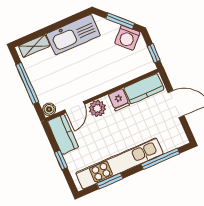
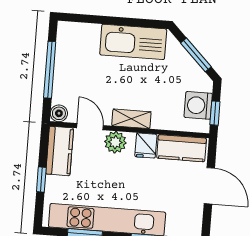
washing machine: (127, 38) -> (198, 105), moved, turned 45
shelving: (34, 46) -> (131, 119), moved
door: (75, 107) -> (90, 127), swing flipped

